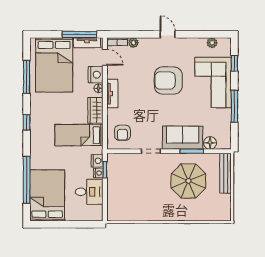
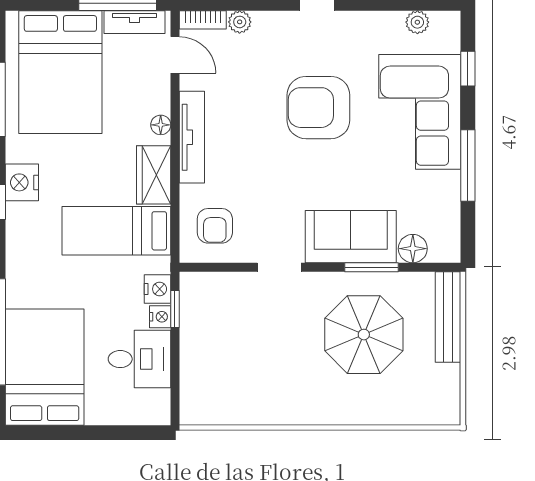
nightstand: (96, 75) -> (22, 182), moved, turned 180
tv unit: (112, 94) -> (192, 137), width x1.41

